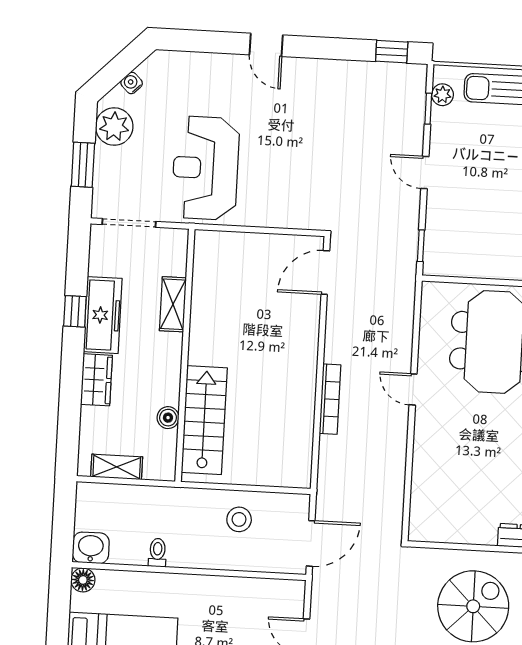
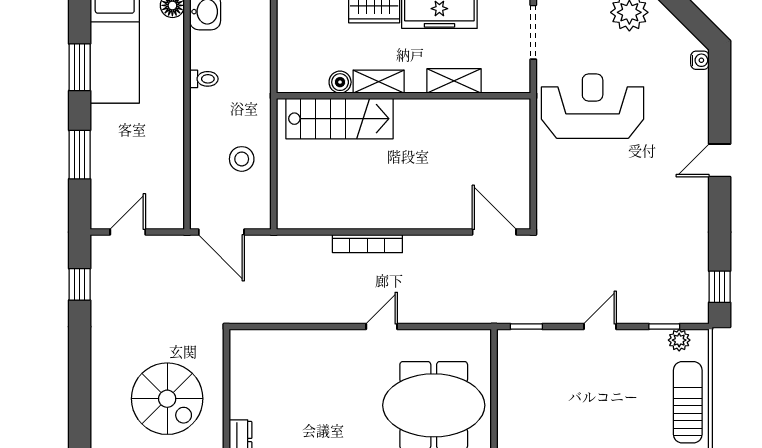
water cooler: (132, 83) -> (700, 60), moved, turned 45
shelving: (117, 467) -> (379, 82), moved, turned 90

